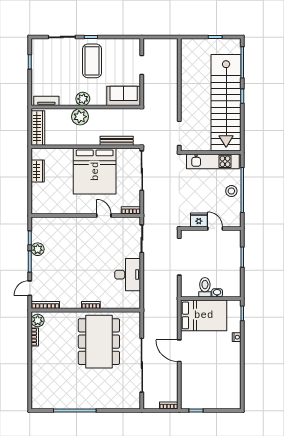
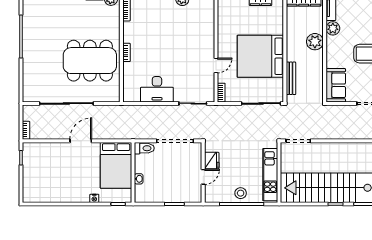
plant: (83, 99) -> (333, 28), moved
toilet: (205, 287) -> (144, 148), moved

